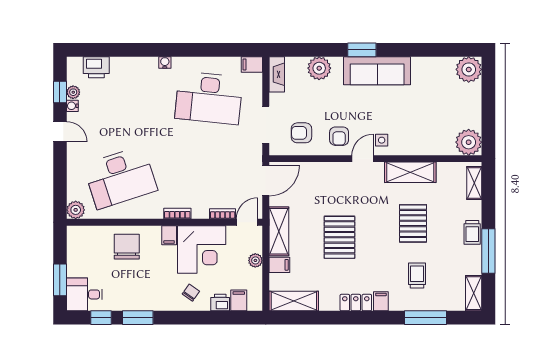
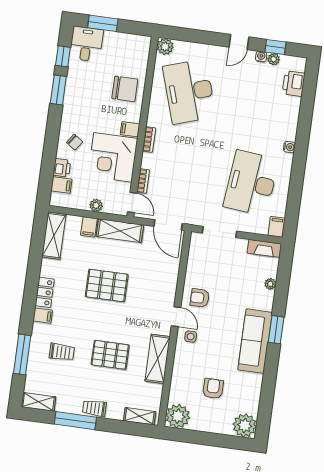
plant: (319, 68) -> (270, 284), width x0.53, depth x0.53
armchair: (301, 133) -> (213, 389), moved

